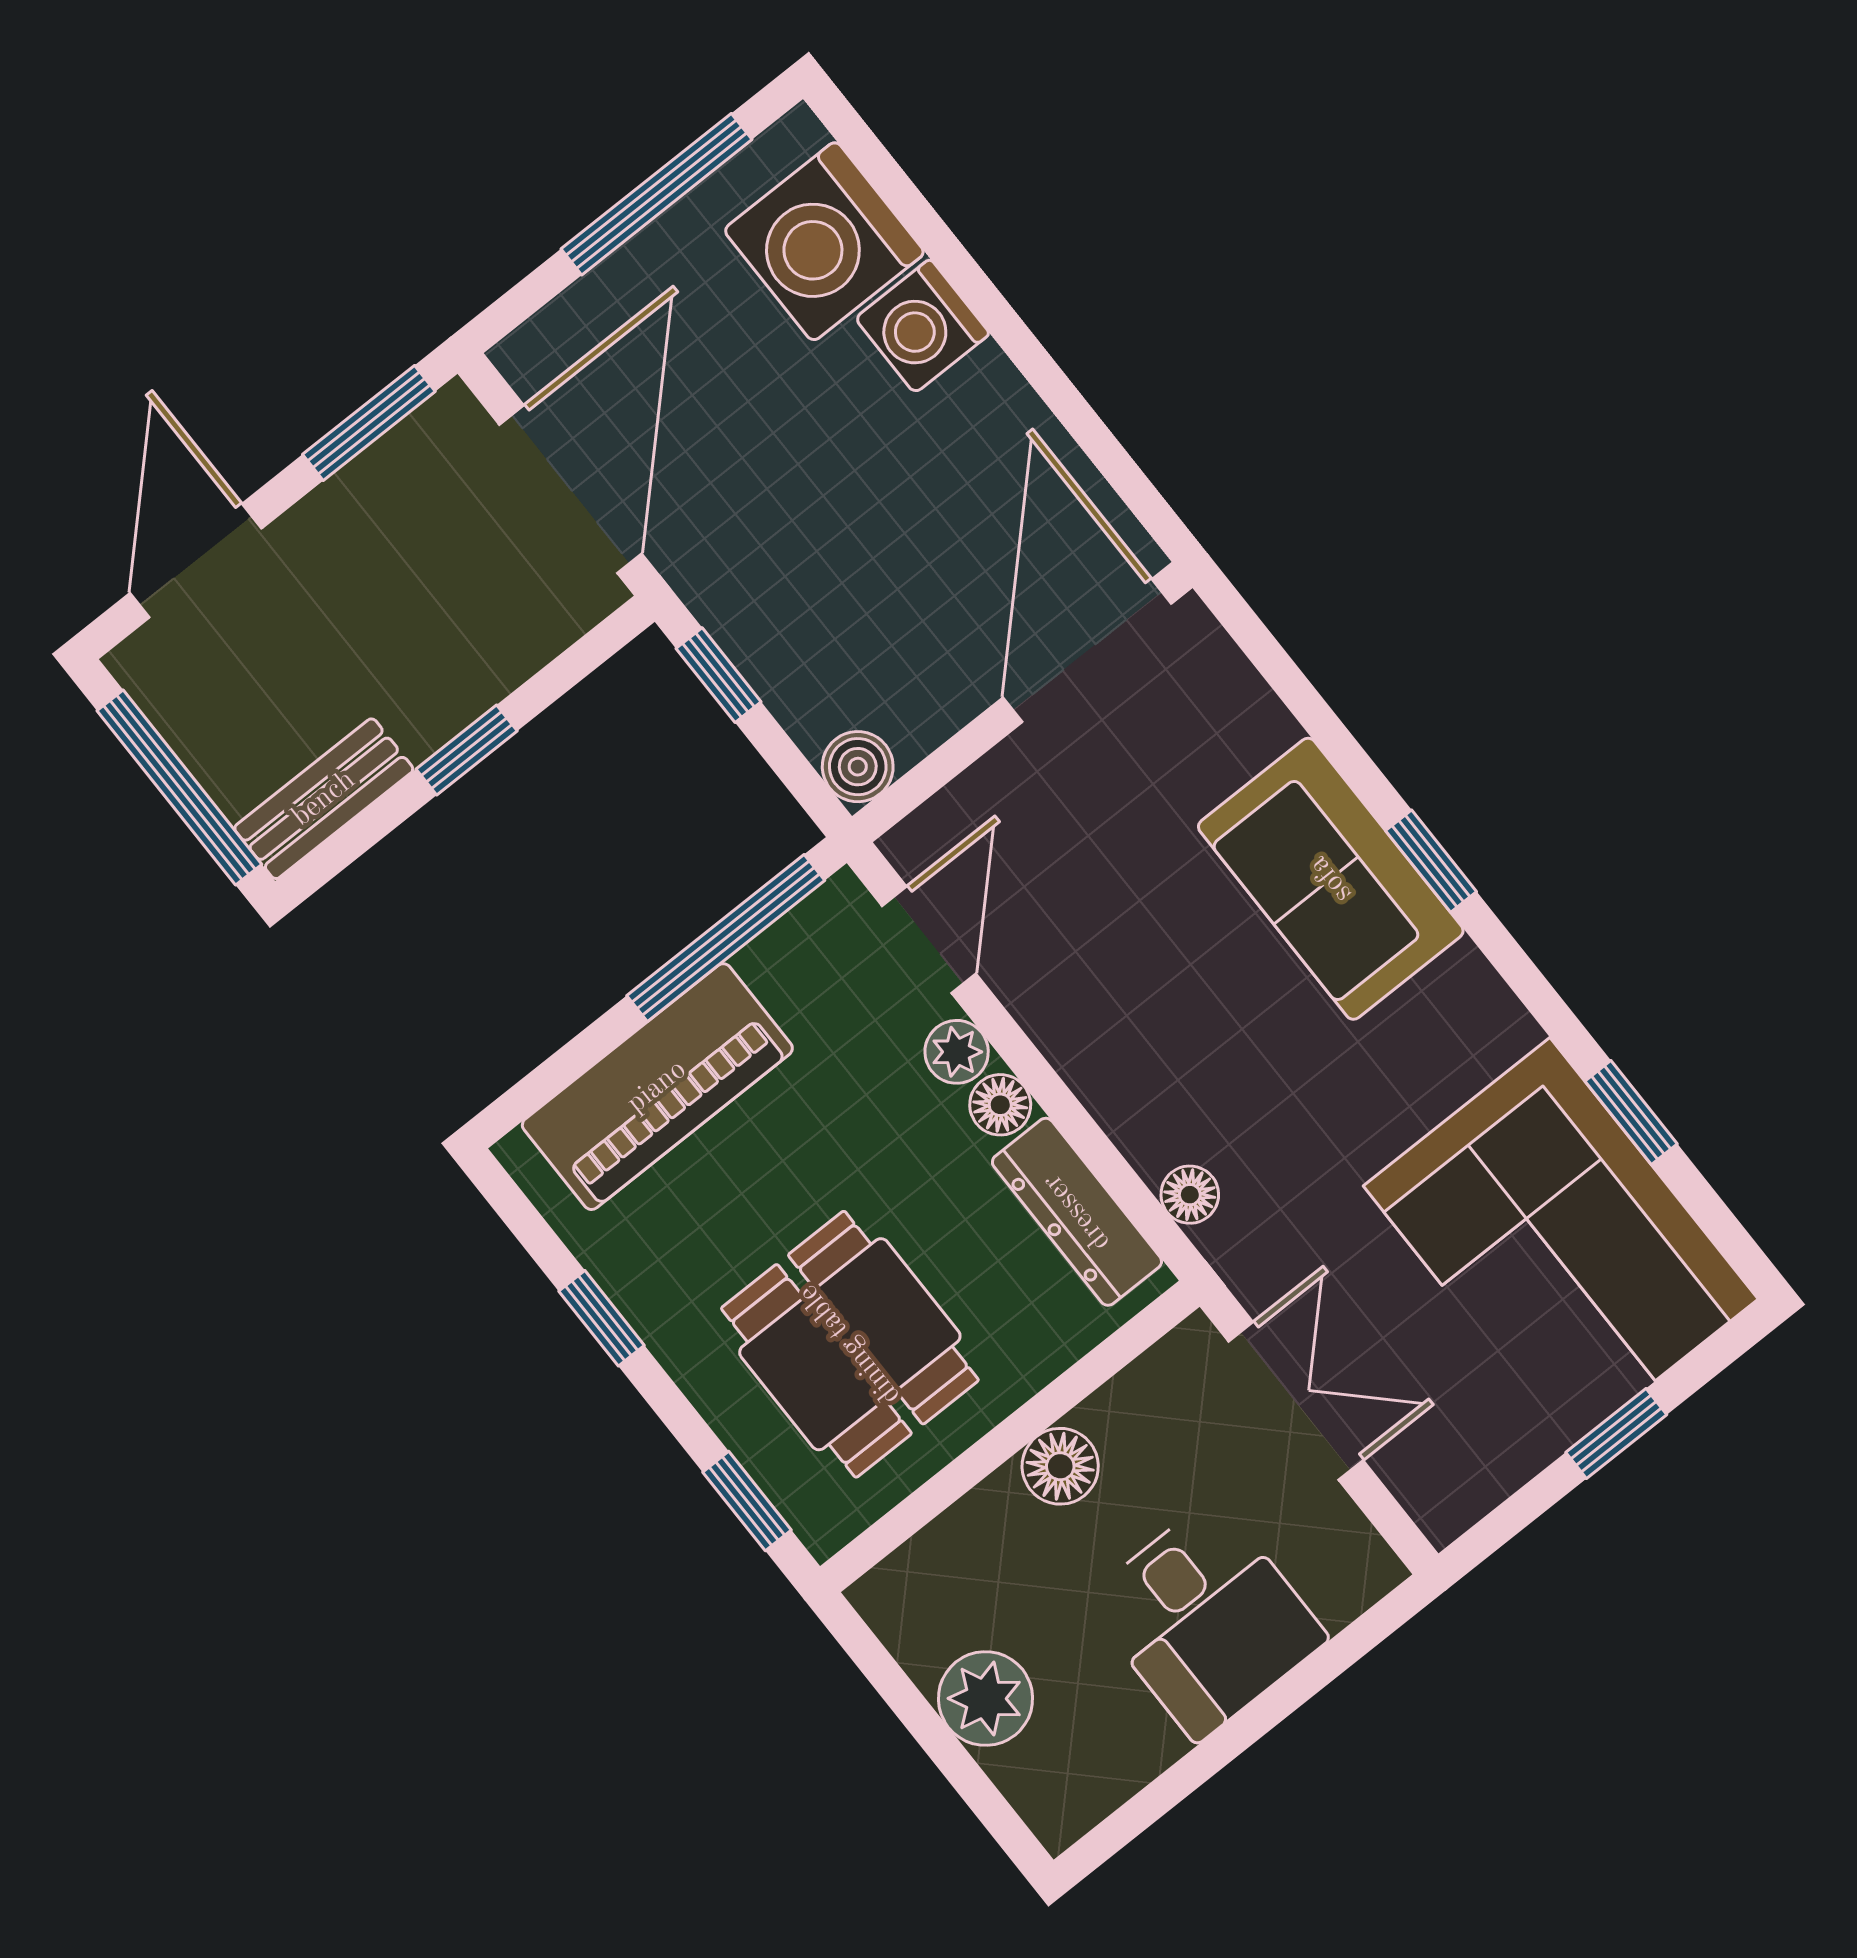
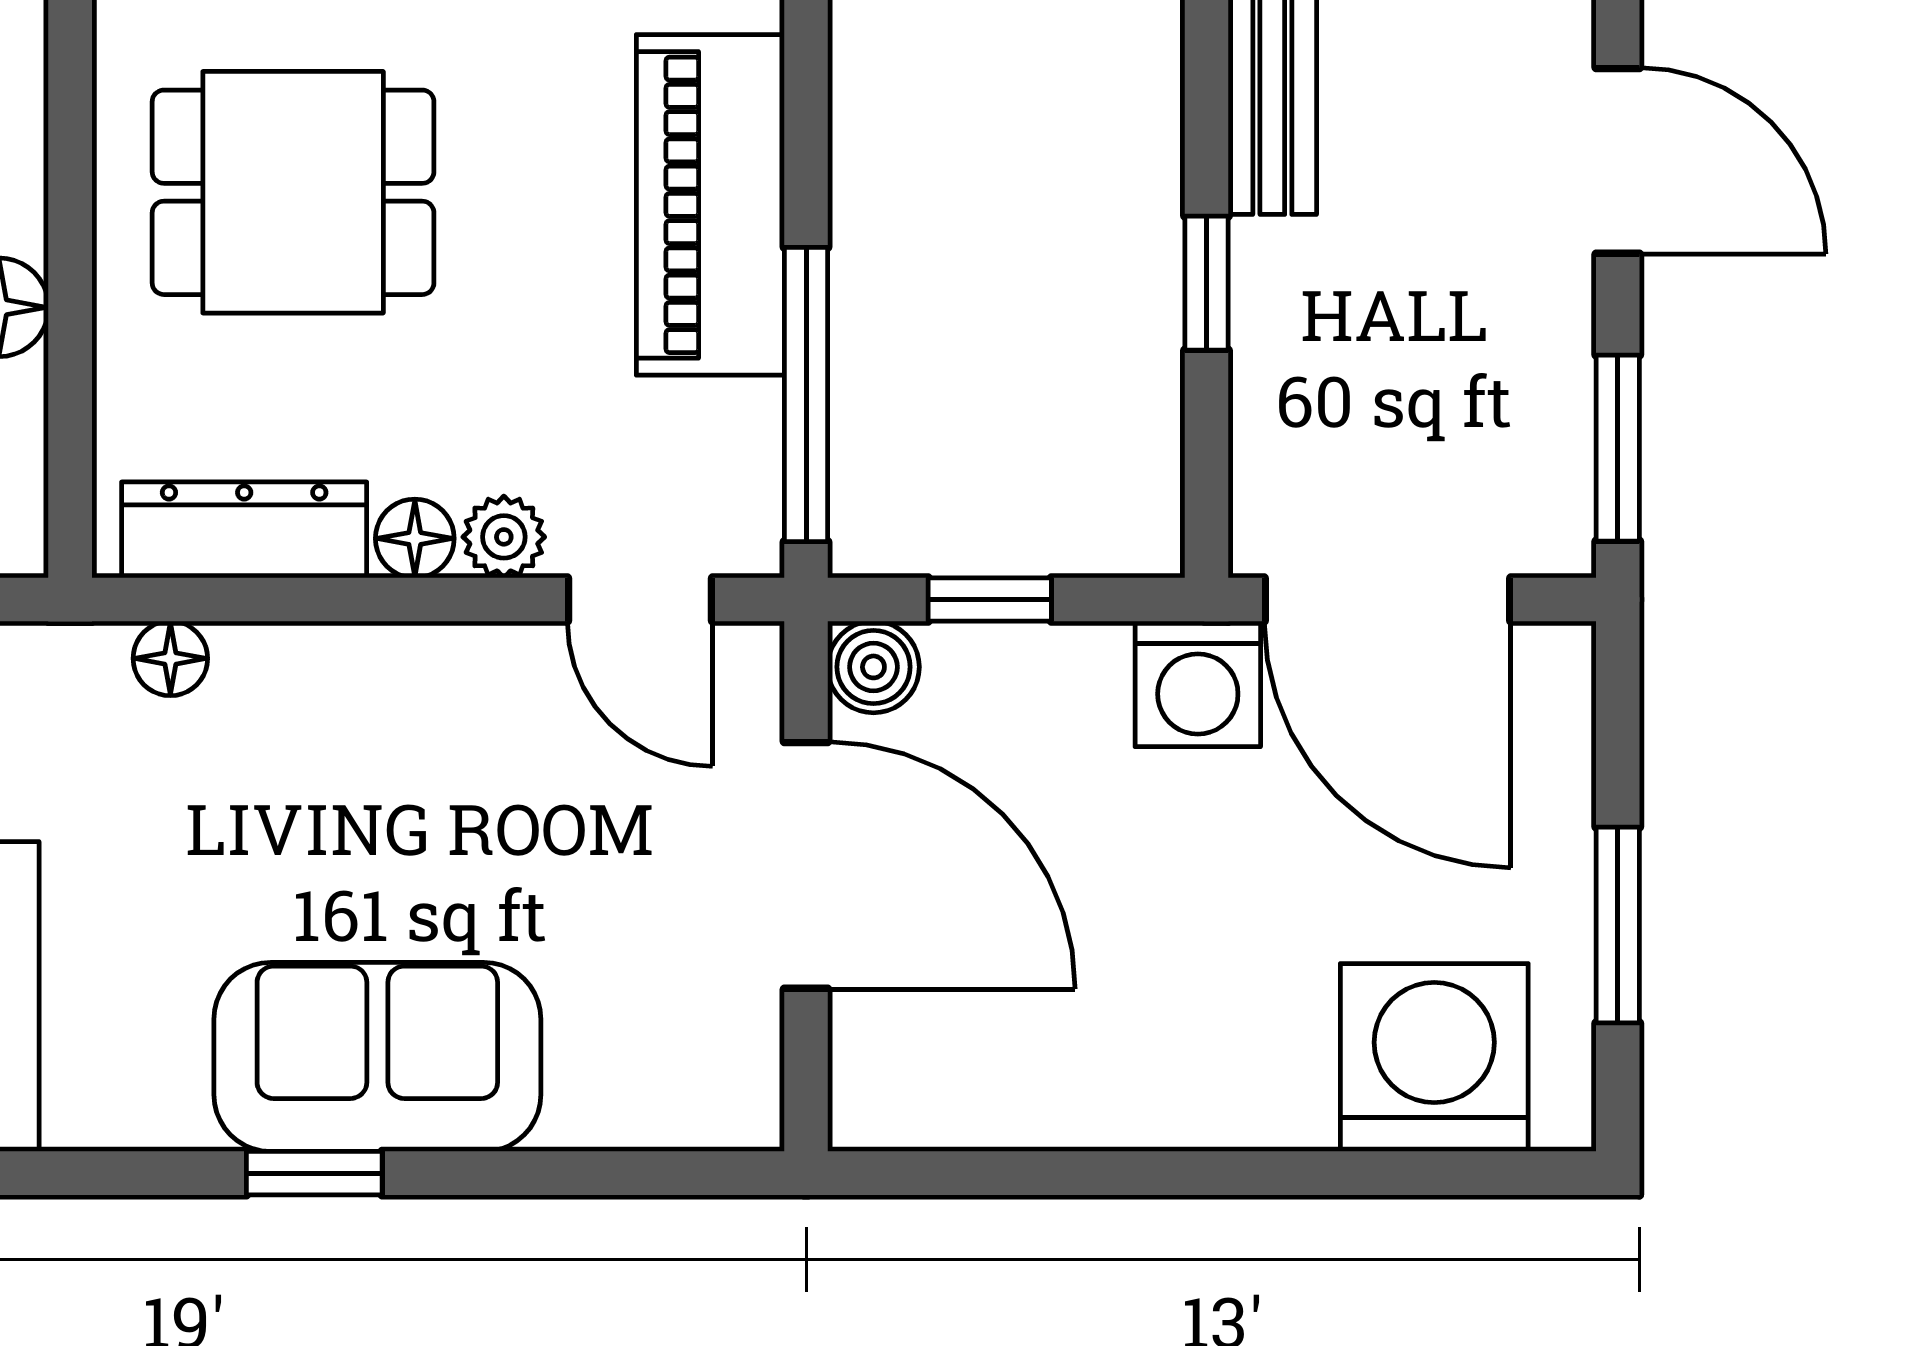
window: (656, 194) -> (1618, 925), width x0.69
washing machine: (922, 326) -> (1198, 684), moved, turned 180
door: (1087, 651) -> (806, 865), moved
window: (719, 675) -> (990, 600), moved

